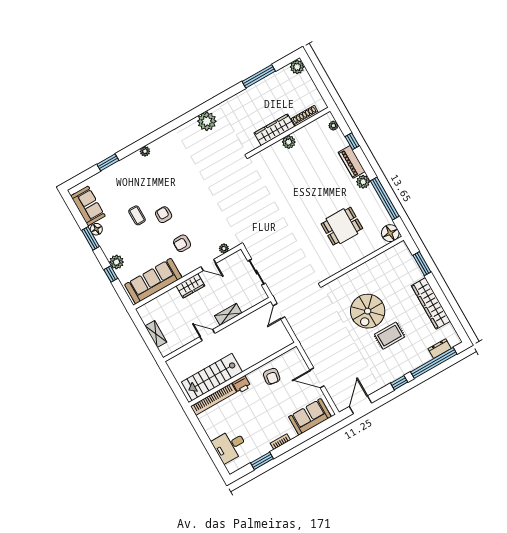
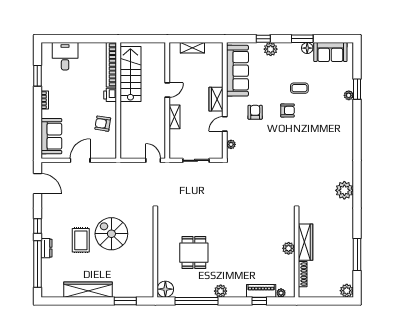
plant: (145, 151) -> (349, 95), moved
piano: (352, 162) -> (261, 291), moved
dresser: (440, 349) -> (46, 248), moved

